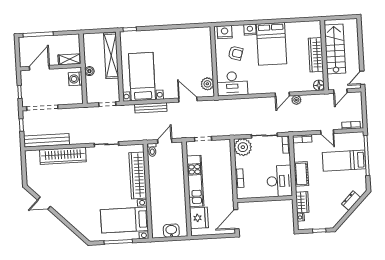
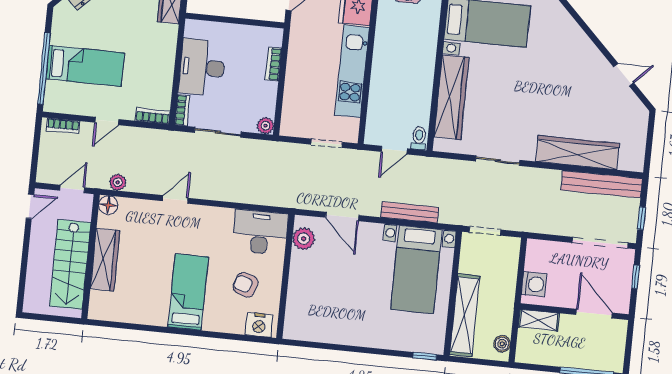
nightstand: (250, 30) -> (214, 322), removed
bed: (272, 44) -> (188, 292), width x0.67
door: (39, 68) -> (594, 314), swing flipped
boiler: (89, 71) -> (502, 344), moved
plant: (296, 100) -> (118, 182), moved
door: (327, 132) -> (107, 121), swing flipped
plant: (243, 147) -> (266, 126), width x0.53, depth x0.53
cot: (301, 174) -> (164, 54), removed
desk: (279, 181) -> (202, 67), moved

